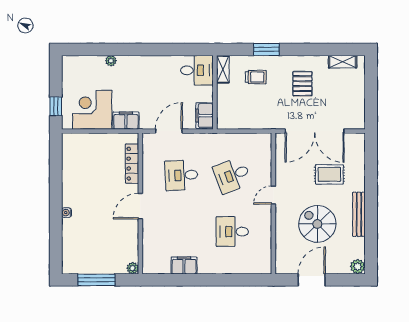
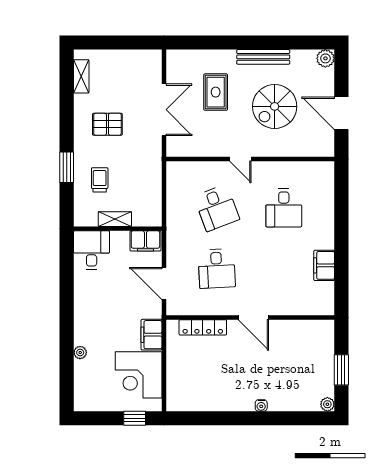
shelving: (223, 69) -> (115, 219), moved
double door: (315, 131) -> (164, 110), width x0.73
plant: (133, 268) -> (327, 404), moved
window: (96, 280) -> (341, 370), width x0.69

